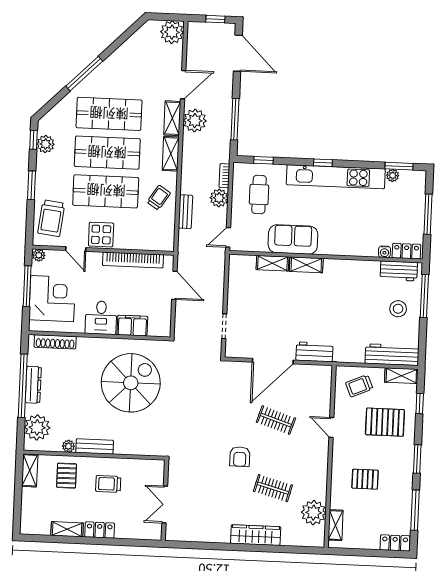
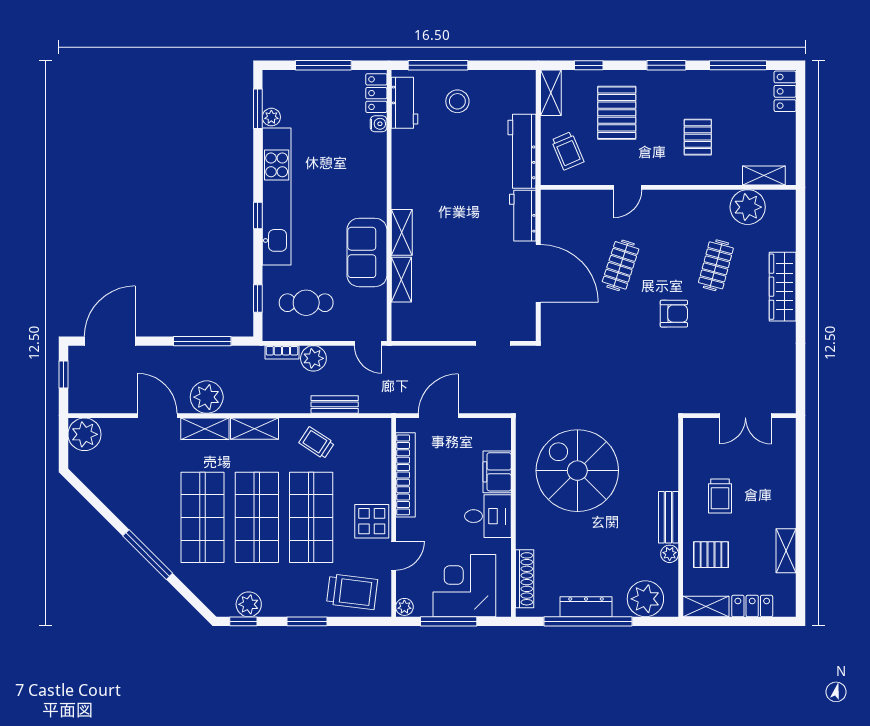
workbench: (392, 355) -> (522, 151), moved
locker: (100, 530) -> (752, 606), moved, turned 90

